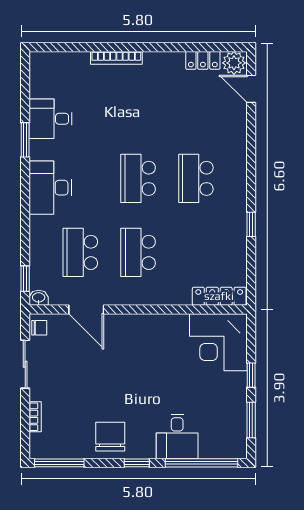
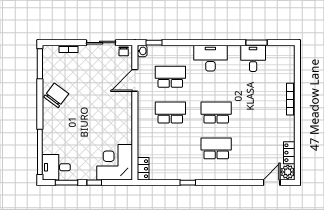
window: (25, 140) -> (257, 43), moved
locker: (219, 296) -> (143, 169), width x0.66
desk: (177, 436) -> (56, 167), moved
chair: (110, 437) -> (56, 95), turned -53
window: (137, 463) -> (40, 112), removed

